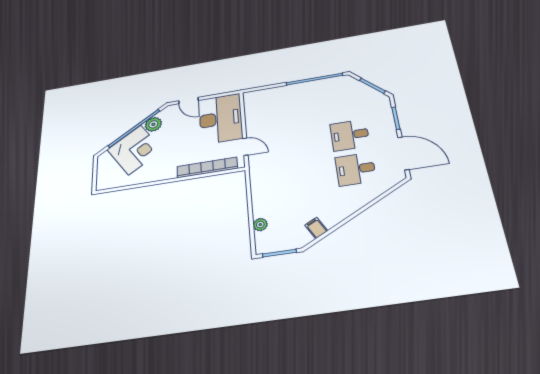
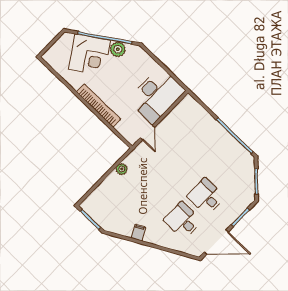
door: (189, 101) -> (154, 58), removed
door: (403, 153) -> (216, 242), hinge flipped
bookcase: (207, 168) -> (99, 105), moved
plant: (260, 225) -> (122, 169), moved
filing cabinet: (316, 228) -> (138, 232), moved

